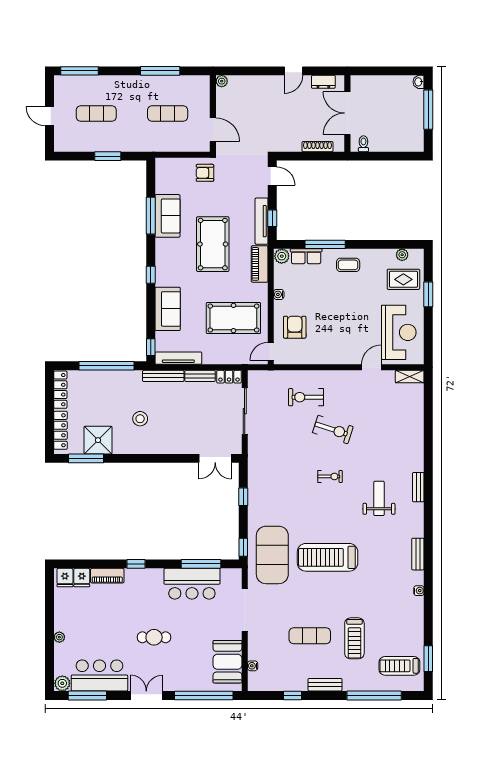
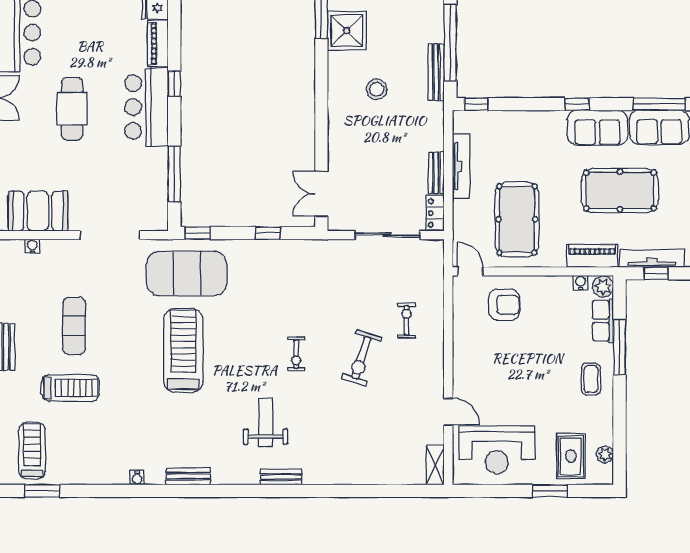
water cooler: (279, 294) -> (580, 282), moved
sofa: (168, 309) -> (597, 128), moved
tv unit: (178, 358) -> (461, 166), moved
bench: (163, 376) -> (436, 72), moved
exercise bike: (306, 397) -> (407, 320), width x0.73, depth x0.72
weight bench: (379, 498) -> (266, 422), turned -90
bar counter: (192, 584) -> (147, 107), moved
cafe table: (154, 637) -> (72, 109), width x1.37, depth x1.35
treadmill: (354, 638) -> (70, 388), turned 180

